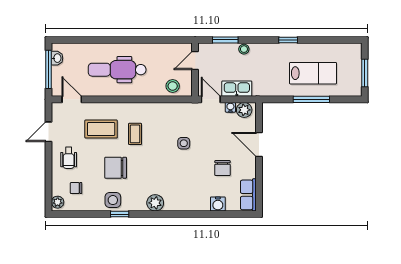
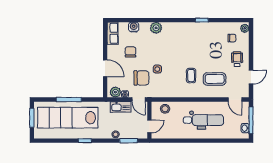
lab bench: (313, 73) -> (68, 118), width x1.86, depth x1.39
chair: (116, 168) -> (141, 78), moved
side table: (113, 200) -> (206, 30), removed
plant: (155, 203) -> (156, 28), moved

